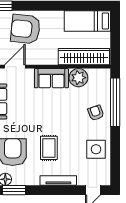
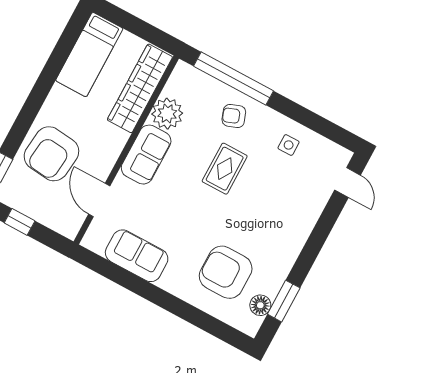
rug: (49, 148) -> (225, 169), moved, turned 90
side table: (96, 149) -> (289, 145), width x0.54, depth x0.54
tv unit: (58, 180) -> (305, 227), removed

